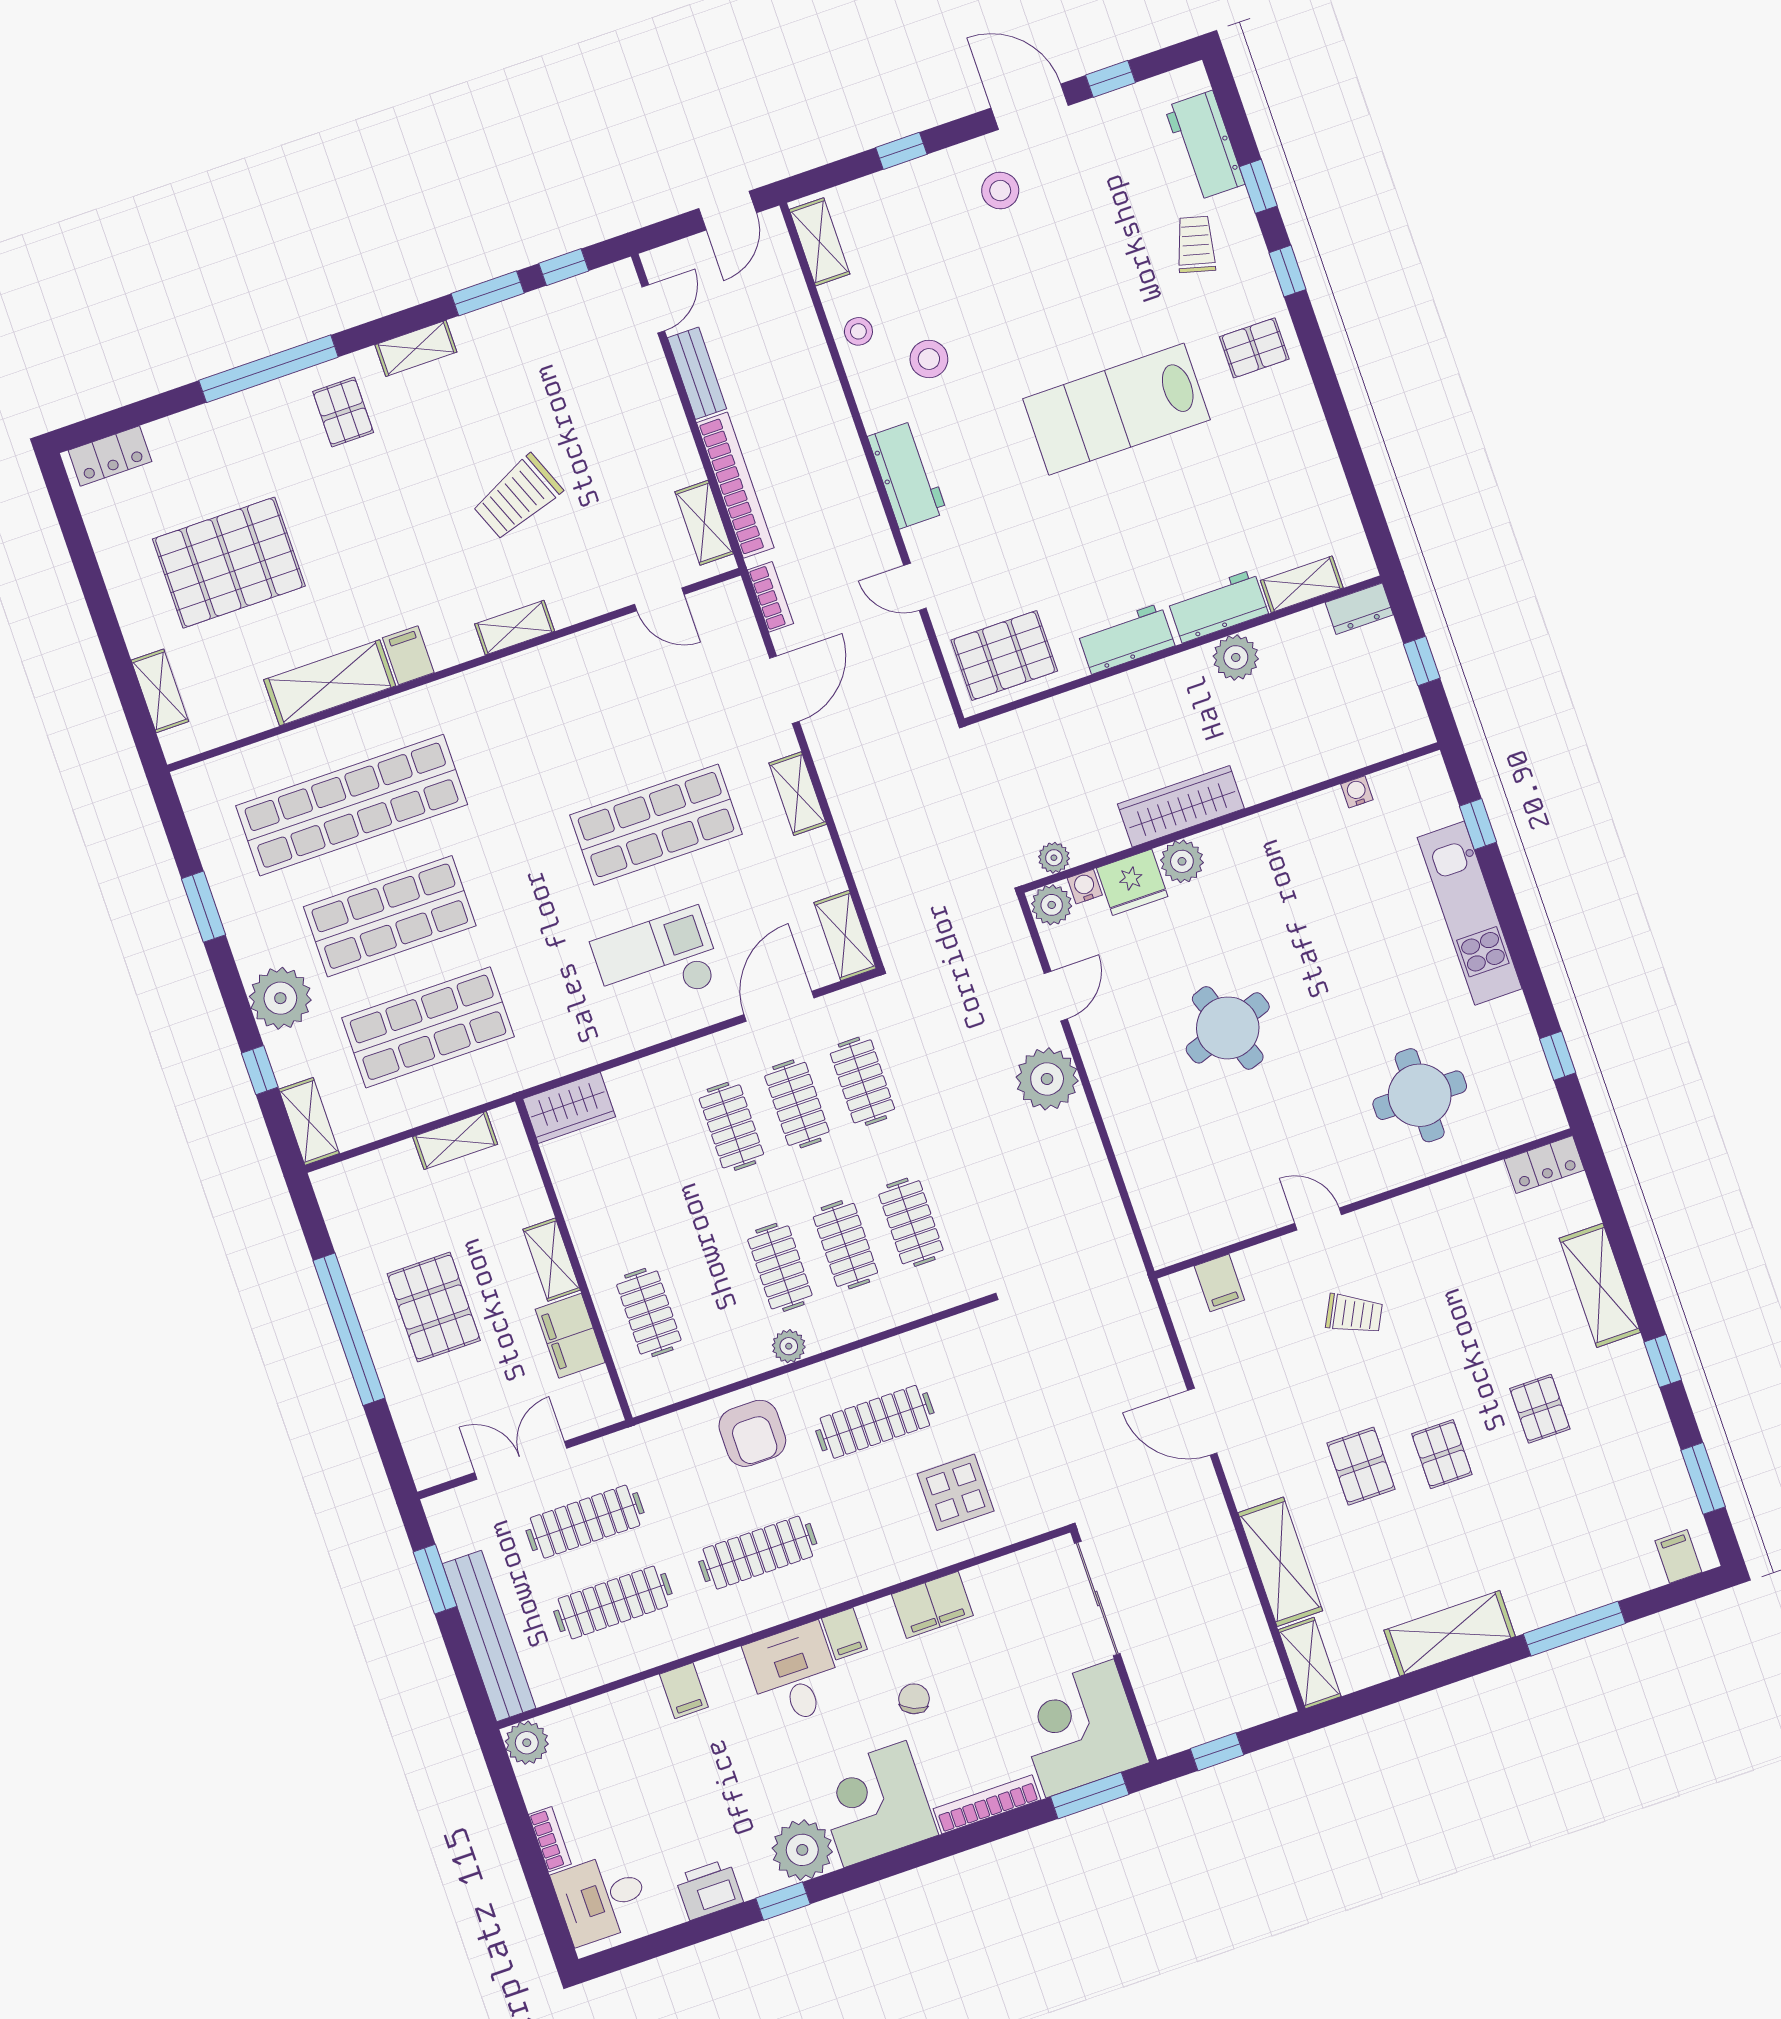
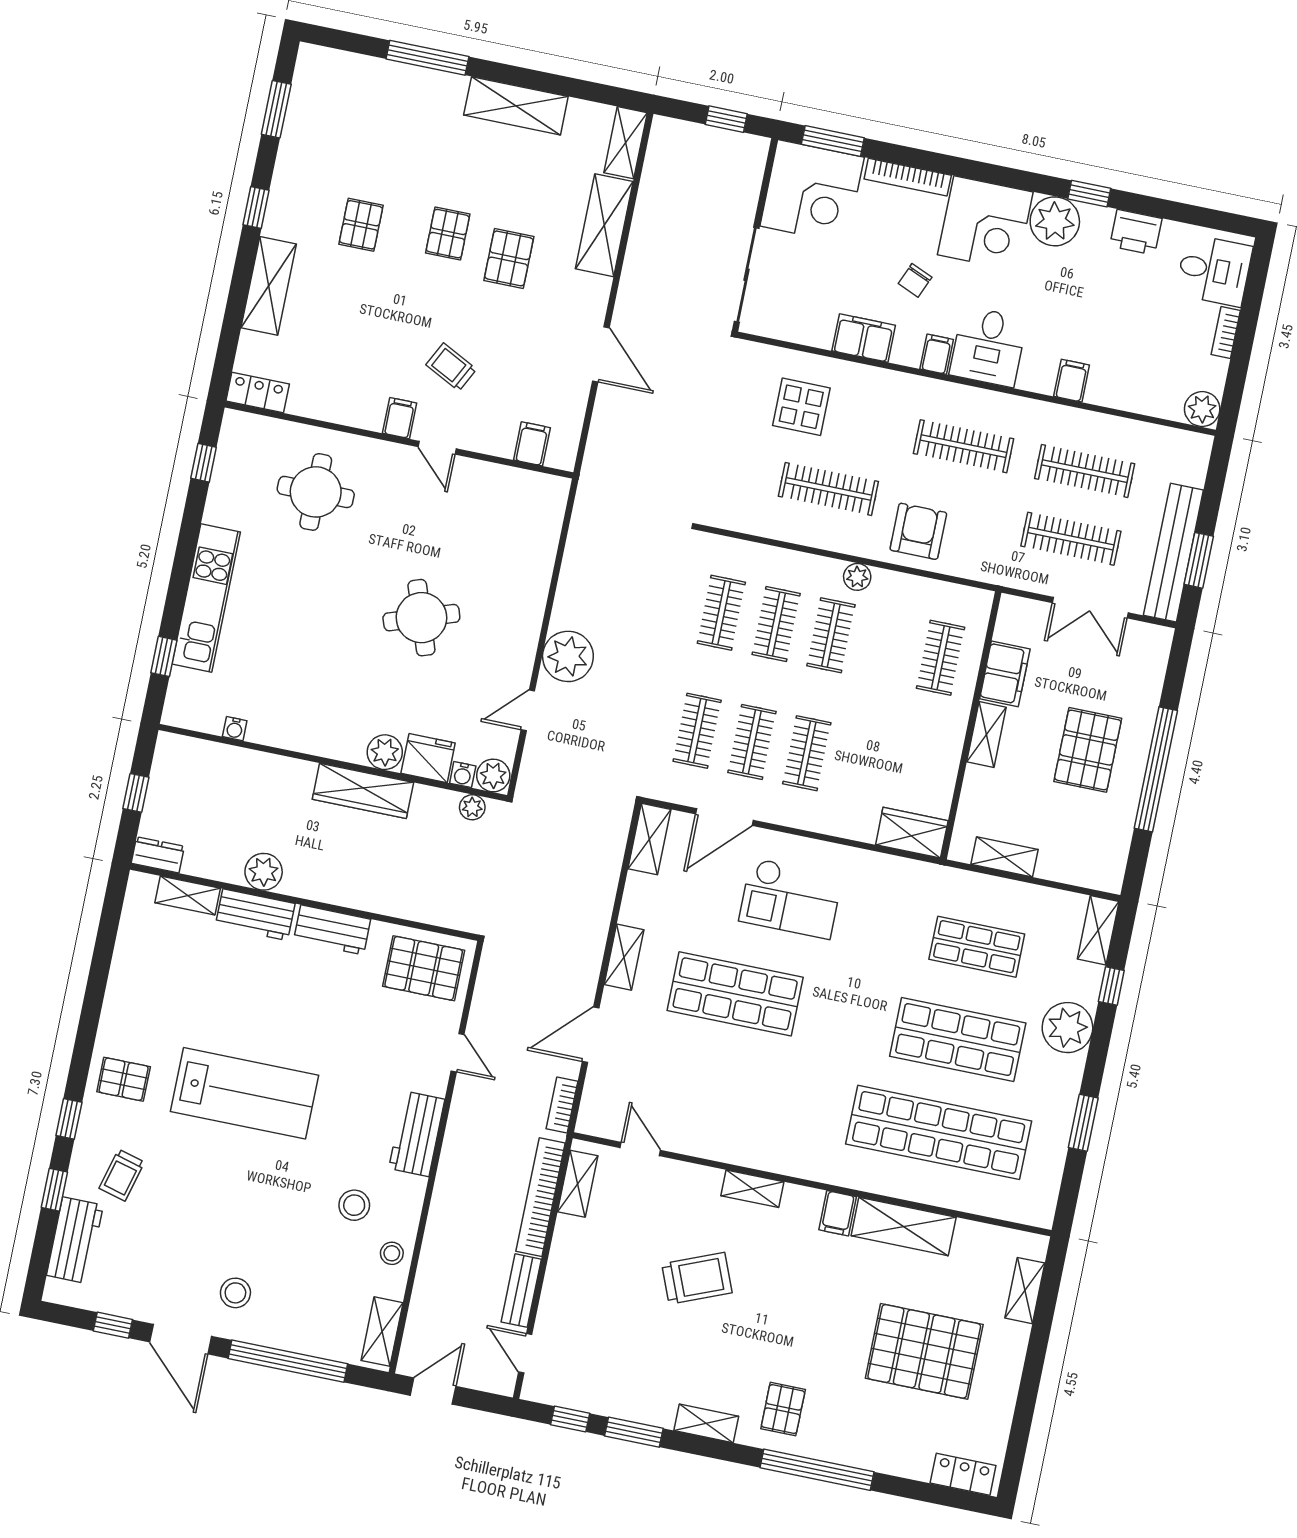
window: (901, 151) -> (288, 1361), width x3.17
door: (653, 309) -> (525, 1353), hinge flipped
shop shelf: (428, 1027) -> (977, 947), width x0.70, depth x0.74
filing cabinet: (1678, 1556) -> (400, 418), moved, turned 180
bench: (489, 1636) -> (1173, 553), moved

